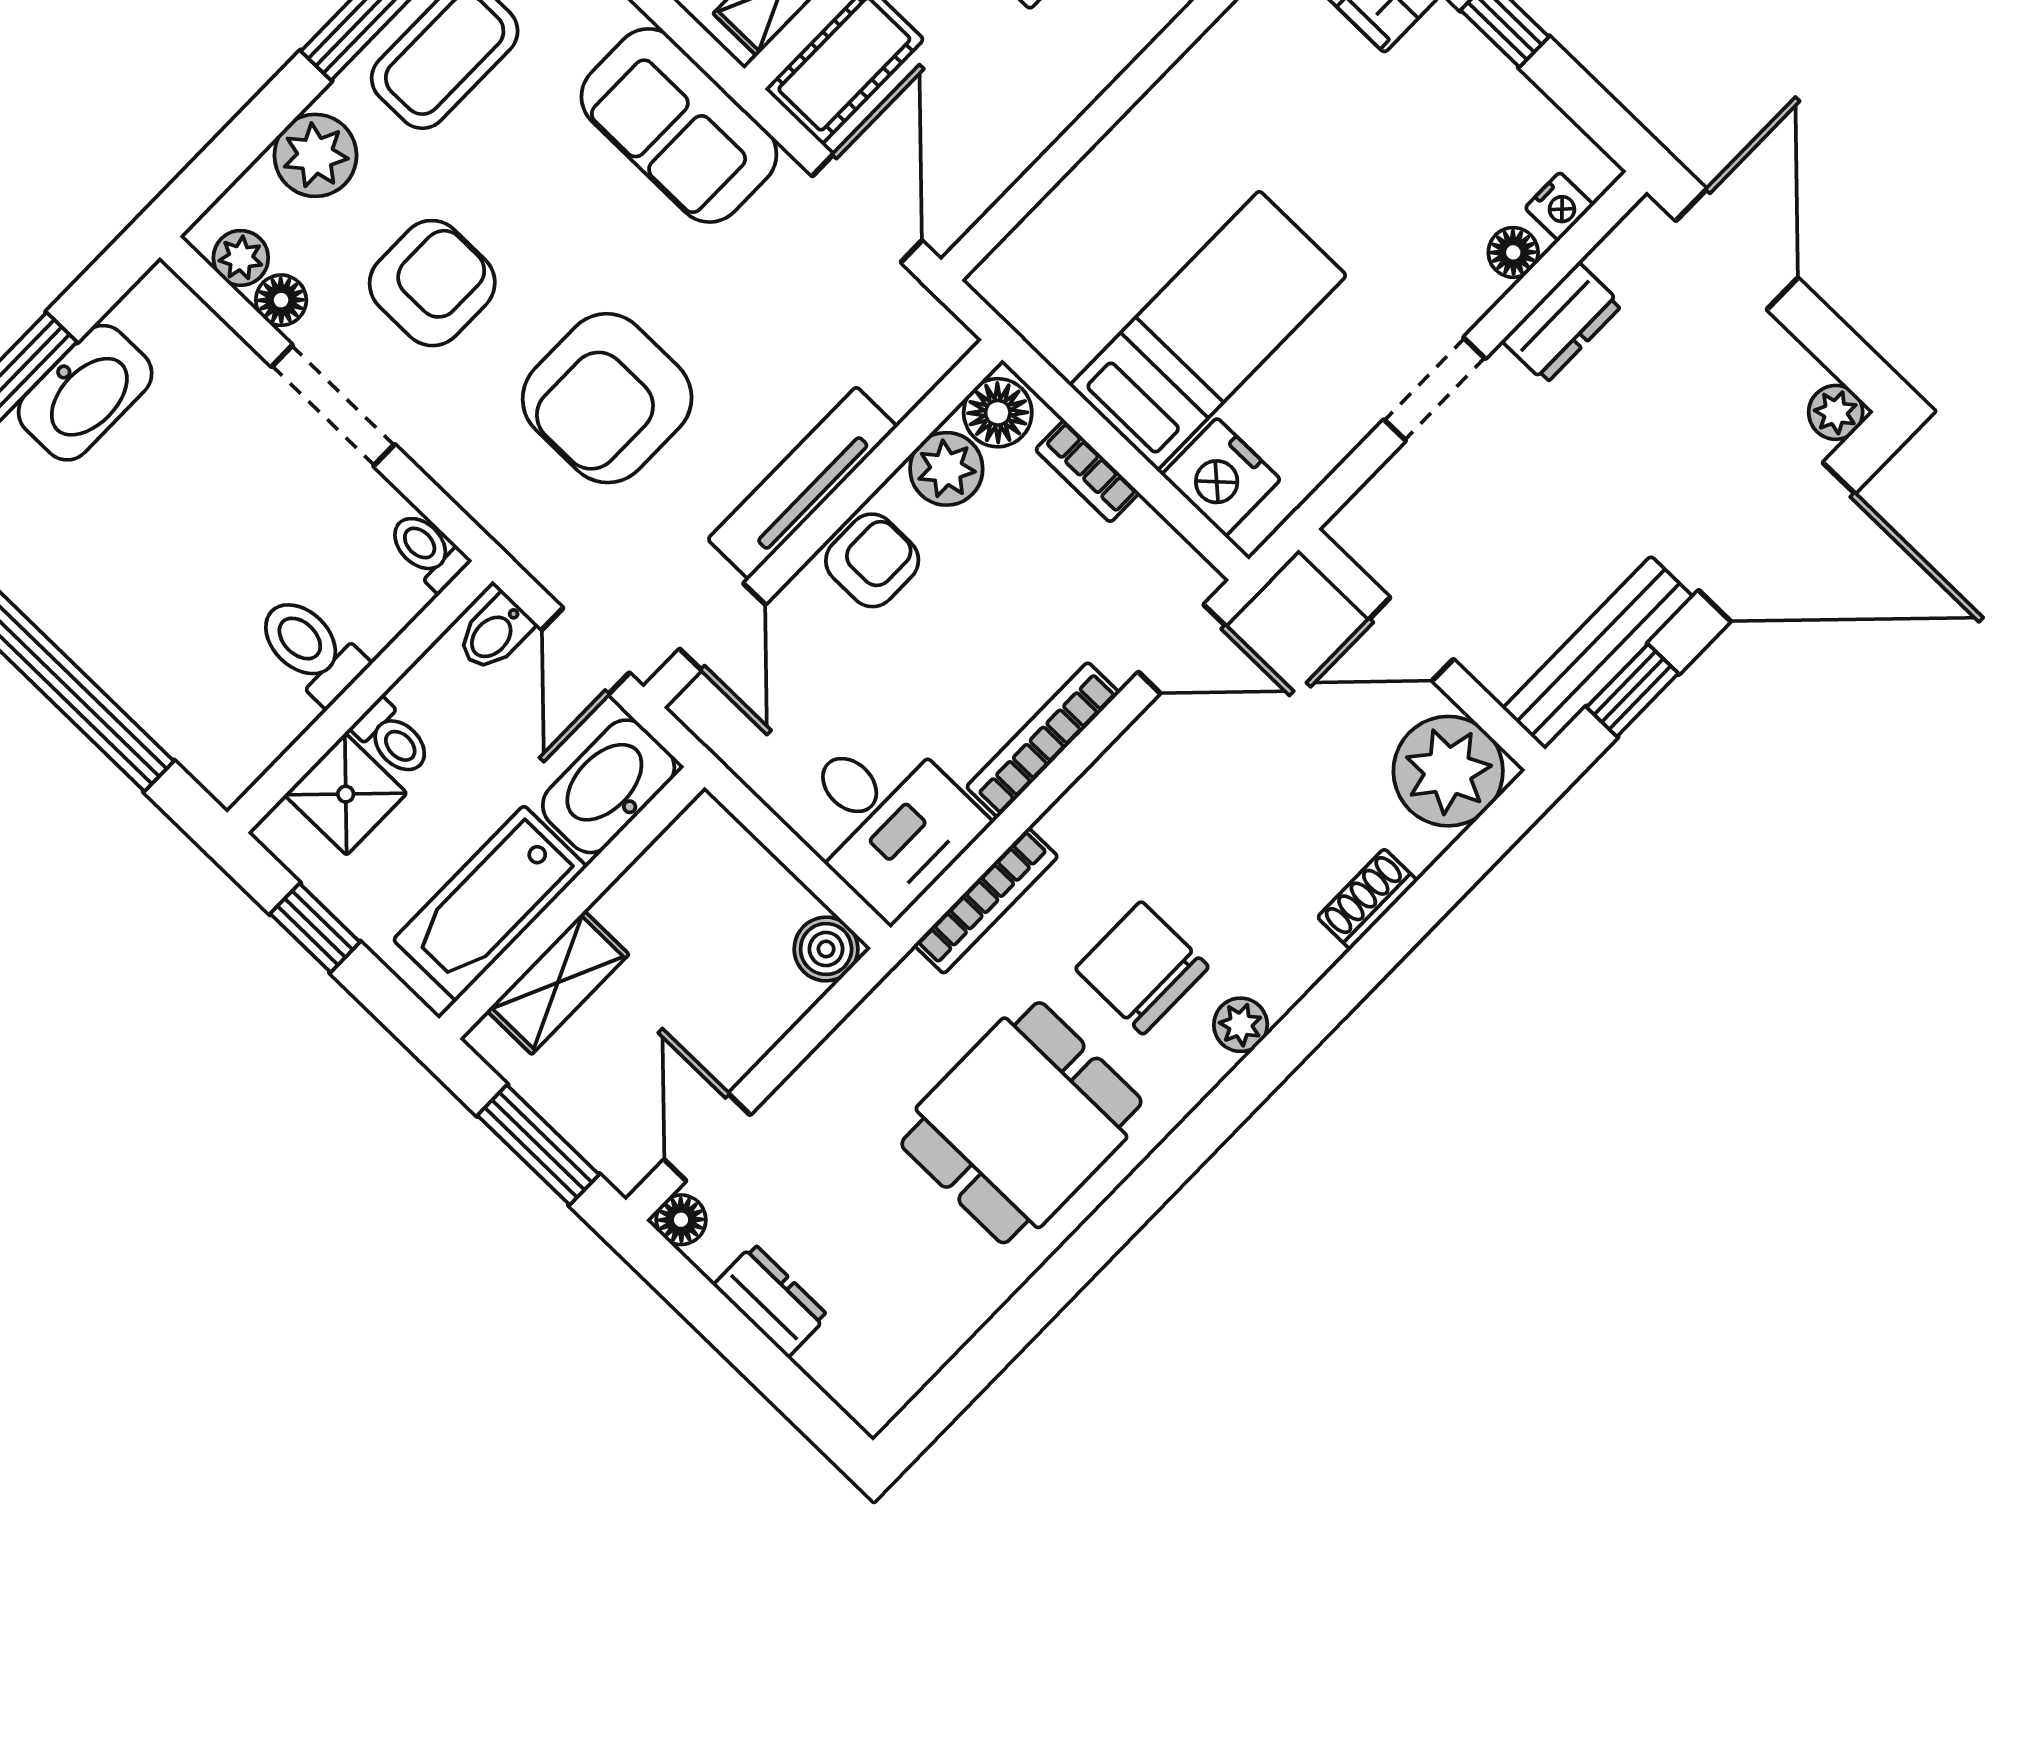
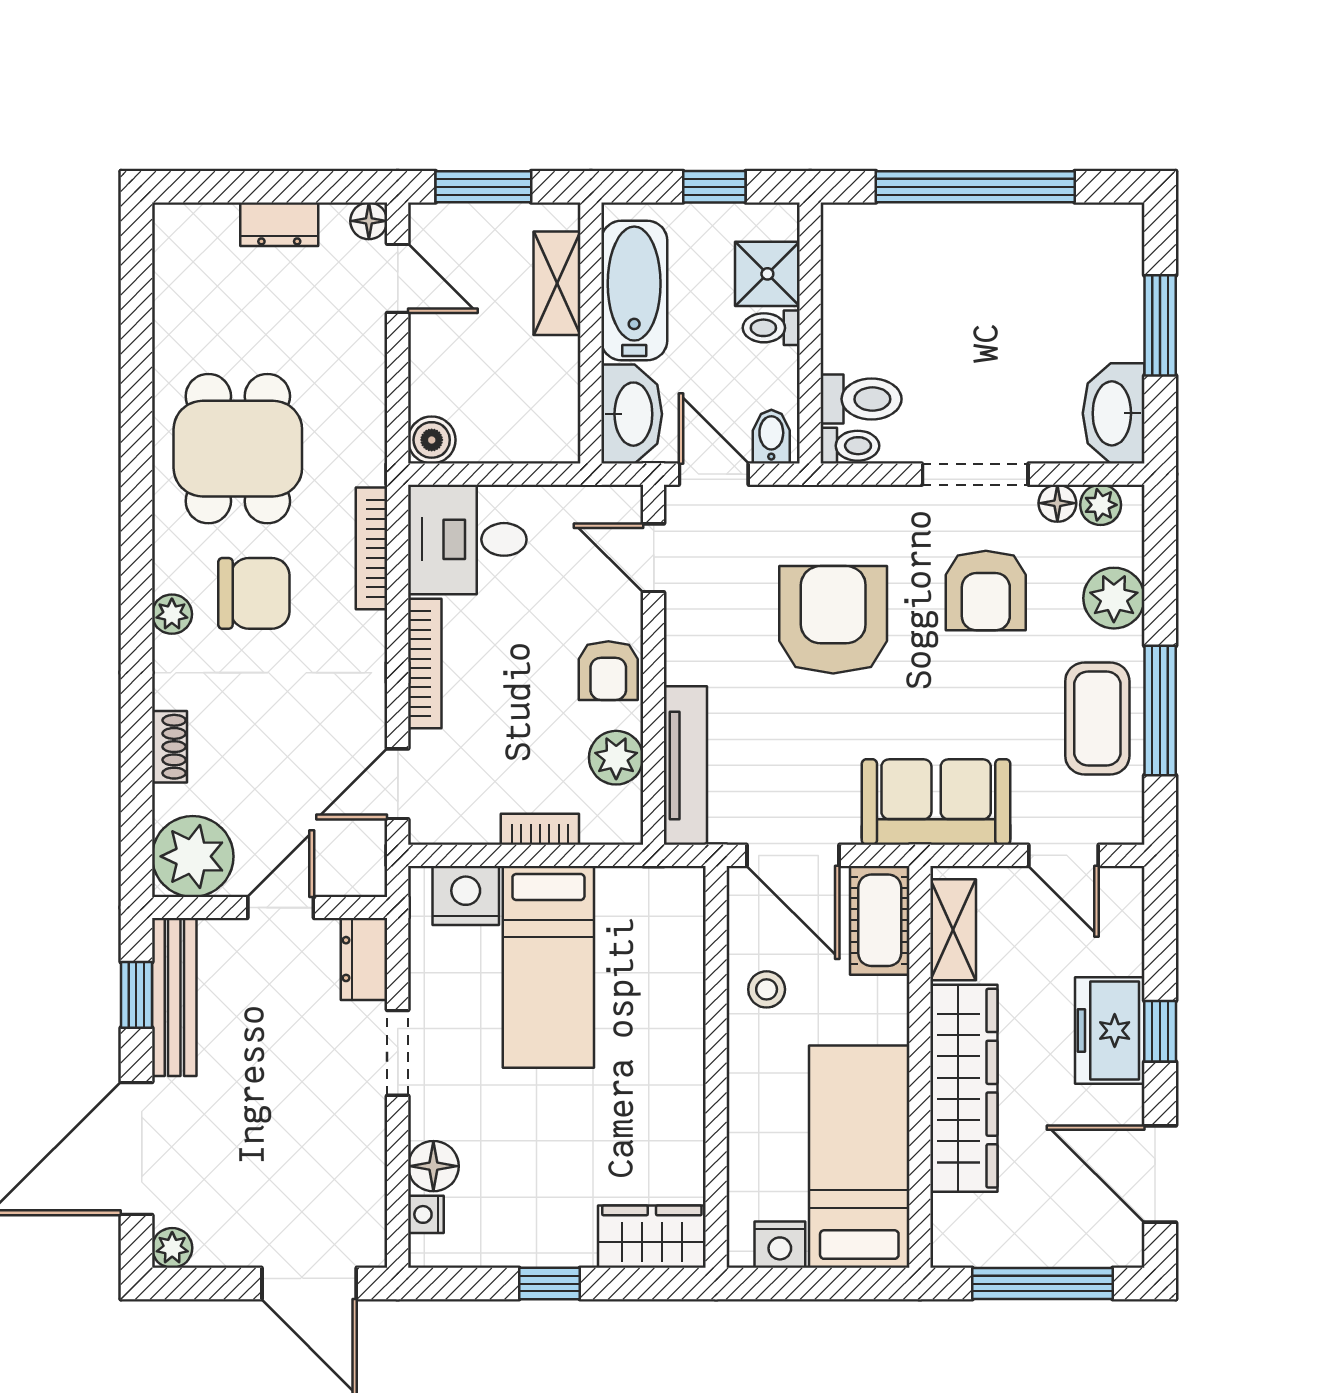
stool: (1019, 104) -> (767, 989), added
floor lamp: (1513, 252) -> (433, 1166), width x1.37, depth x1.37
dresser: (1562, 323) -> (364, 959), moved
washbasin: (85, 393) -> (1114, 413), moved
floor lamp: (998, 413) -> (618, 814), removed
tv unit: (802, 483) -> (685, 766), moved
toilet: (311, 649) -> (861, 399), moved

